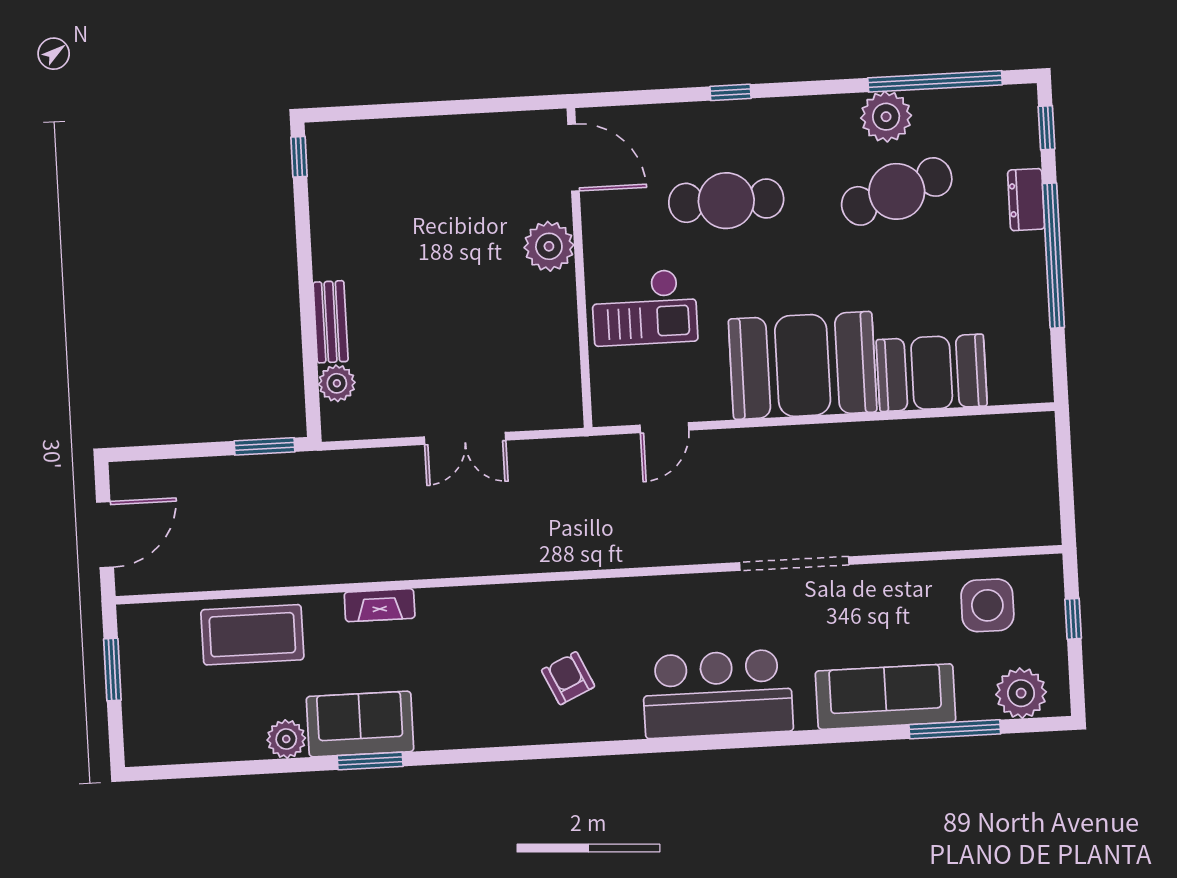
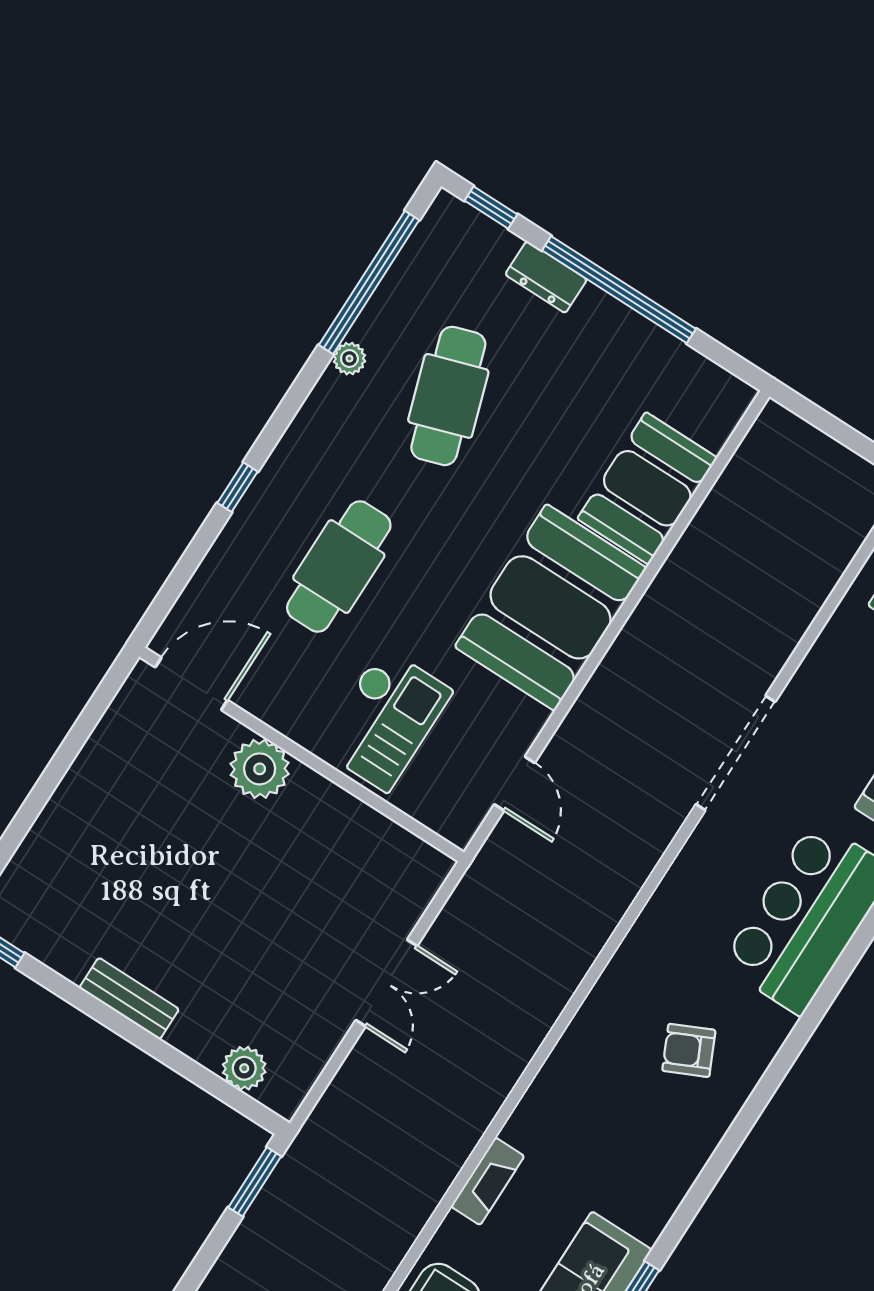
plant: (886, 117) -> (349, 359), width x0.53, depth x0.53
bench: (331, 322) -> (129, 999), moved

